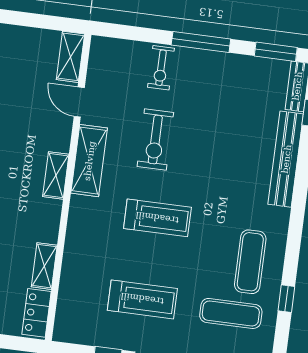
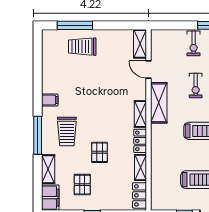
exercise bike: (155, 140) -> (196, 86), width x0.73, depth x0.72
locker: (49, 221) -> (140, 141), added

